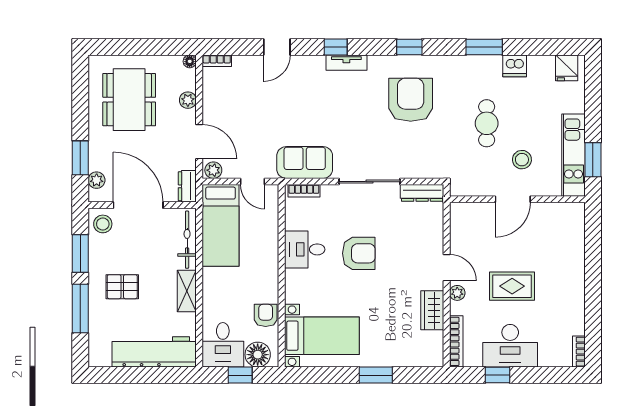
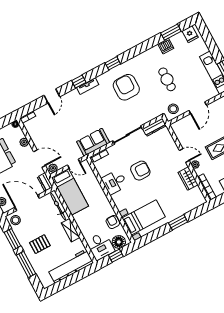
window: (484, 47) -> (171, 32), moved
stool: (522, 160) -> (173, 109), moved

